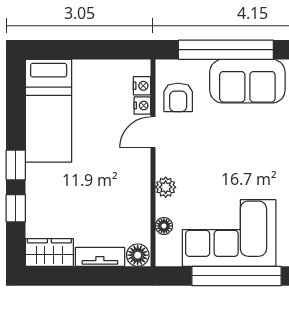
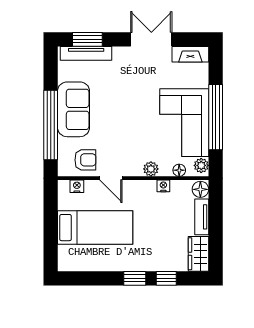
nightstand: (142, 105) -> (163, 186), moved
bed: (49, 111) -> (95, 228), moved
plant: (170, 256) -> (201, 165), added

